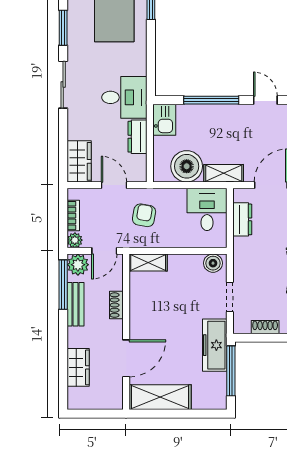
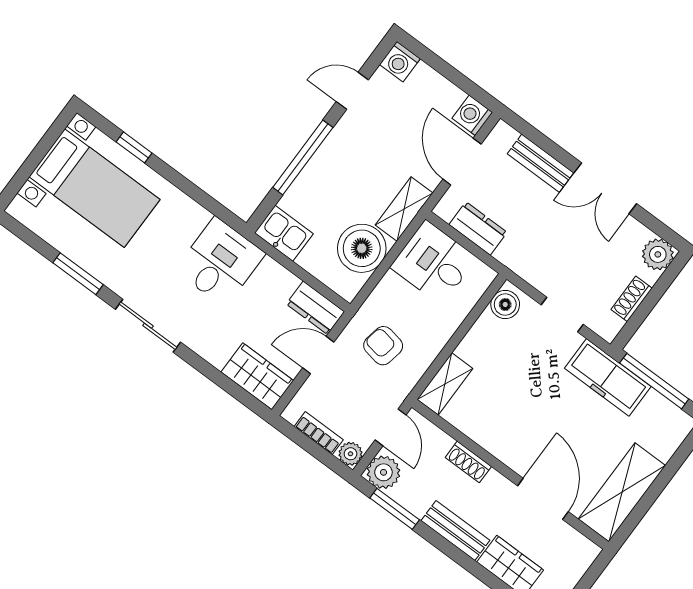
dresser: (138, 137) -> (315, 308), moved
window: (63, 285) -> (395, 509), width x0.69
bench: (75, 304) -> (455, 531), moved

